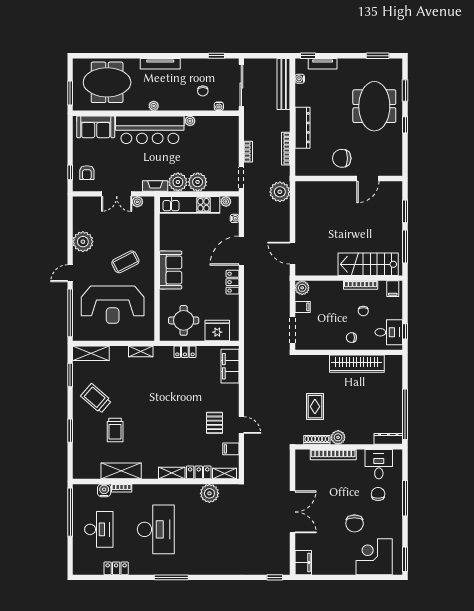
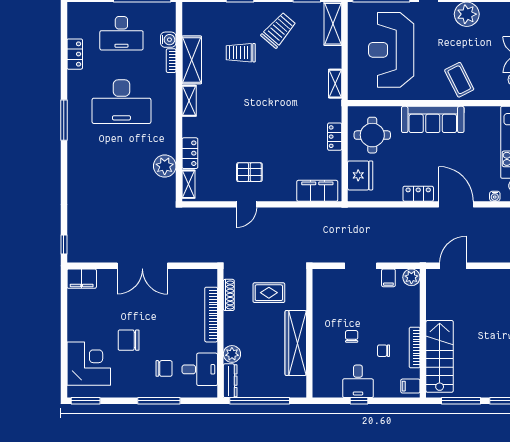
coffee table: (125, 262) -> (459, 80), moved
sofa: (171, 270) -> (433, 119), width x1.36
wall: (349, 352) -> (309, 333), moved
wardrobe: (357, 364) -> (296, 343), moved
plant: (338, 437) -> (232, 354), moved
filing cabinet: (231, 449) -> (218, 192), removed
shelving: (172, 473) -> (189, 101), moved

